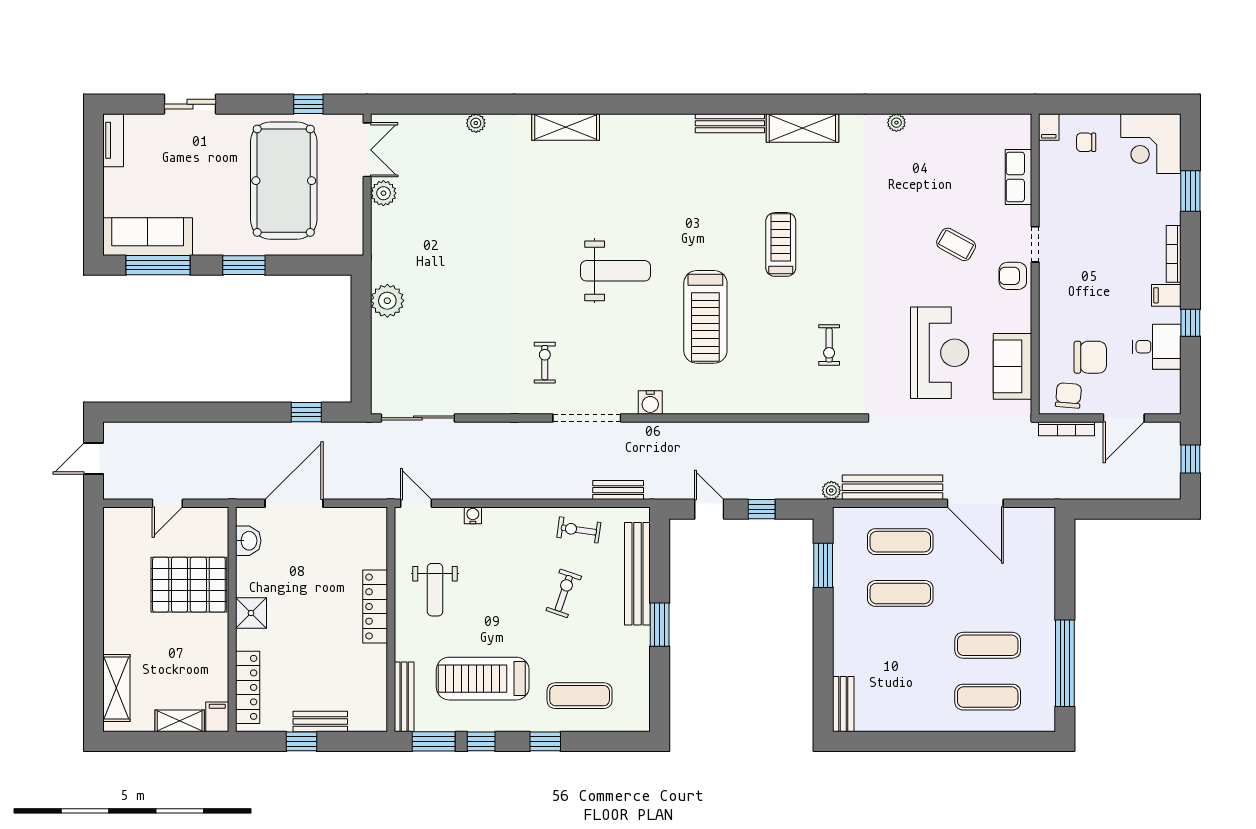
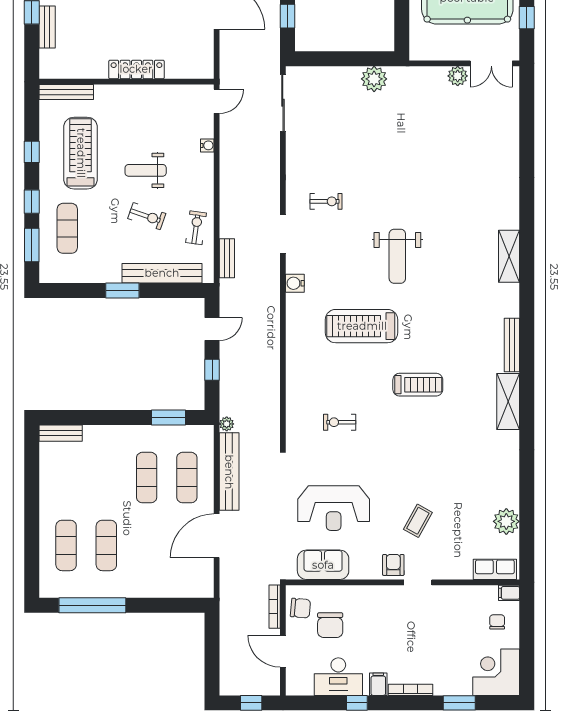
plant: (476, 123) -> (512, 148), removed
plant: (896, 123) -> (506, 521), moved, width x1.88, depth x1.88
shelving: (566, 127) -> (509, 256), moved
row of seats: (1018, 177) -> (495, 569), moved
desk: (1157, 347) -> (338, 677), width x1.37
doorway: (587, 418) -> (283, 234), width x0.73
weight bench: (435, 590) -> (146, 170), moved
window: (434, 741) -> (32, 245), moved

